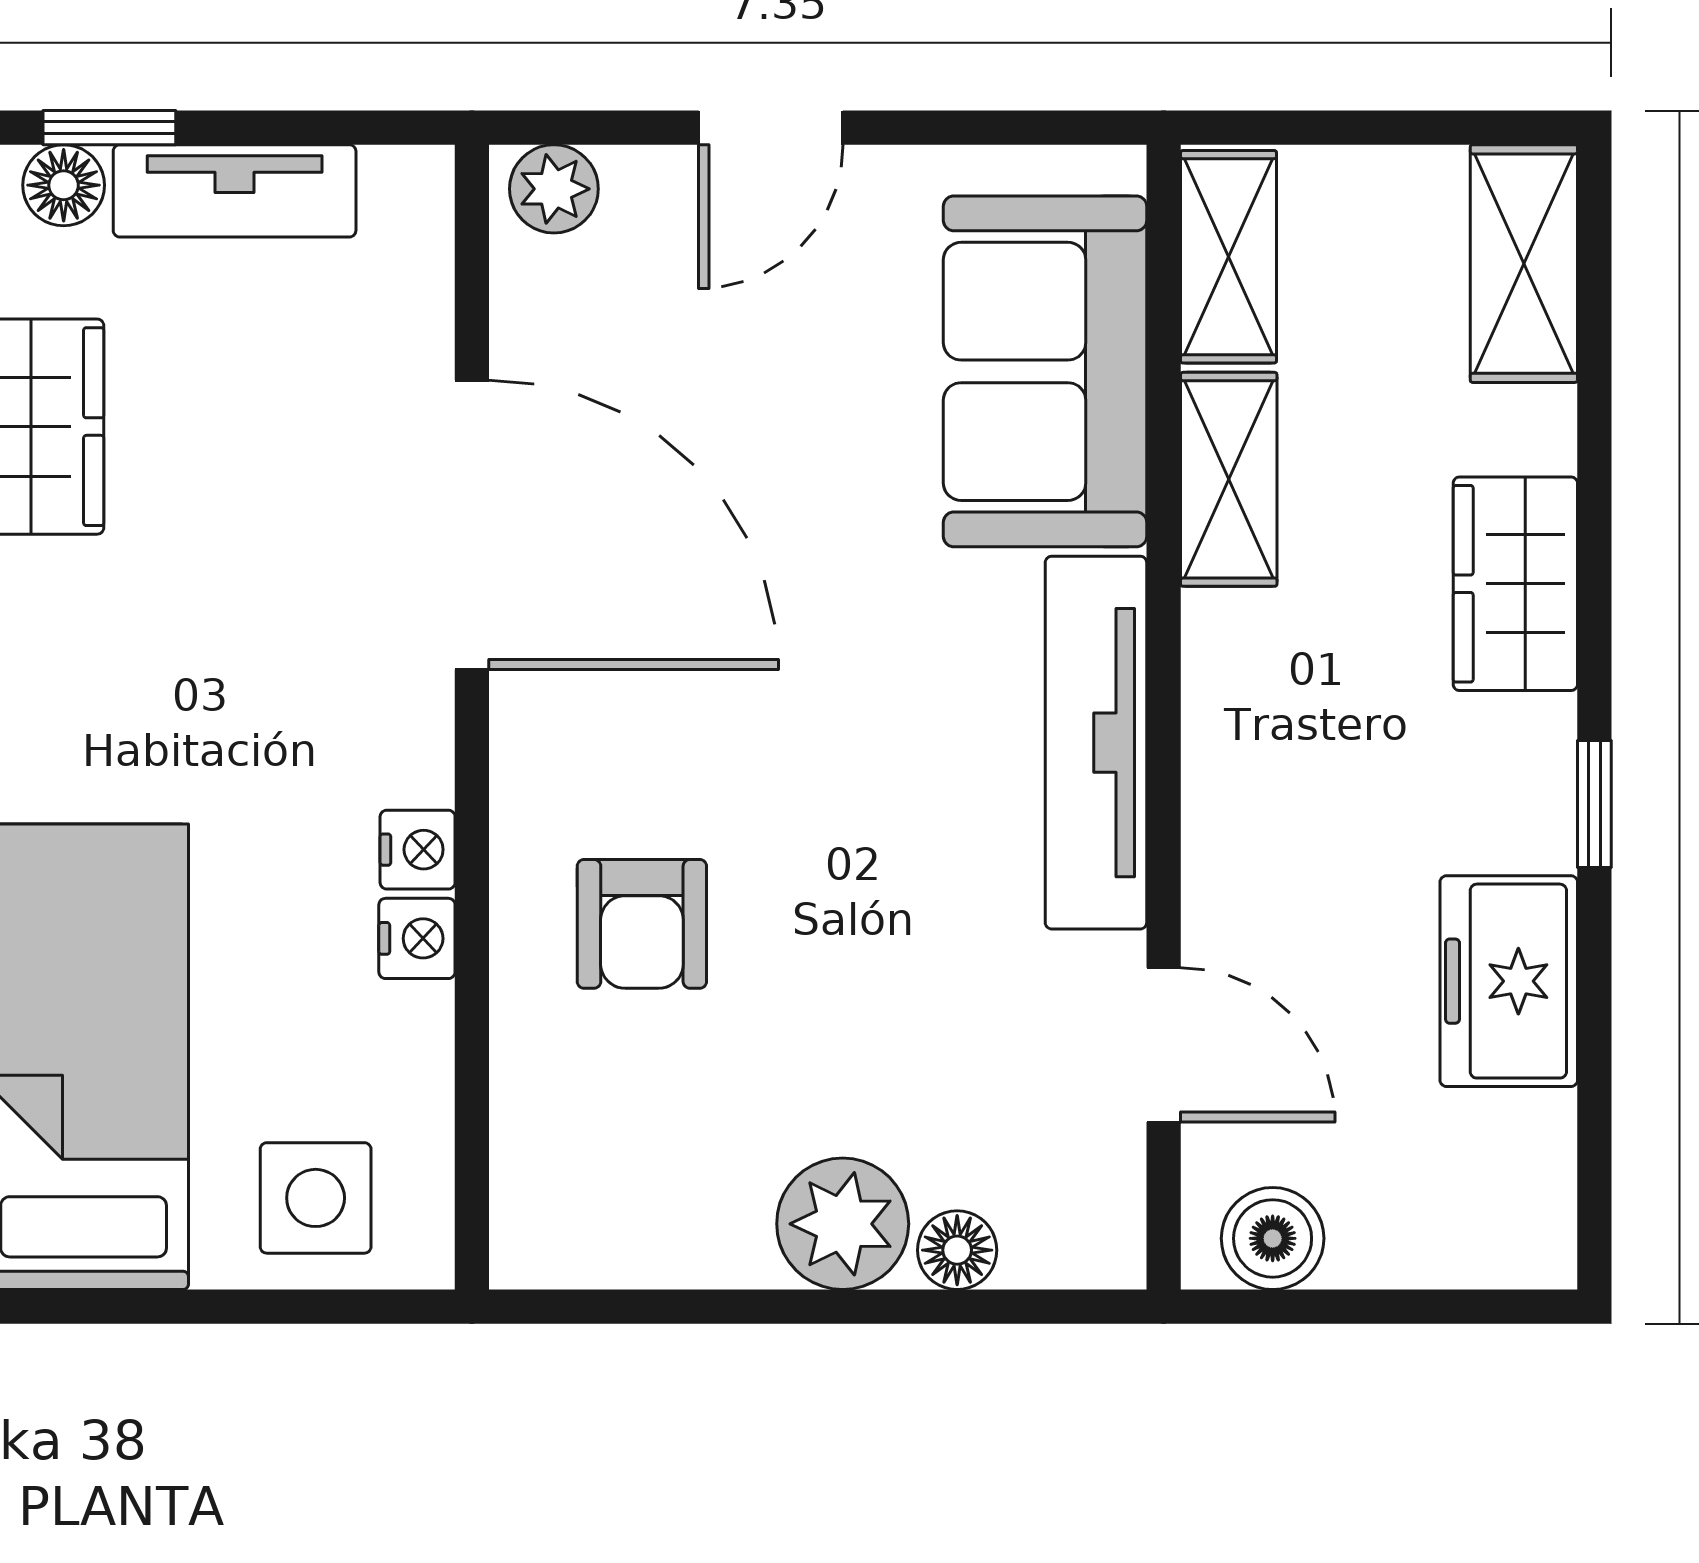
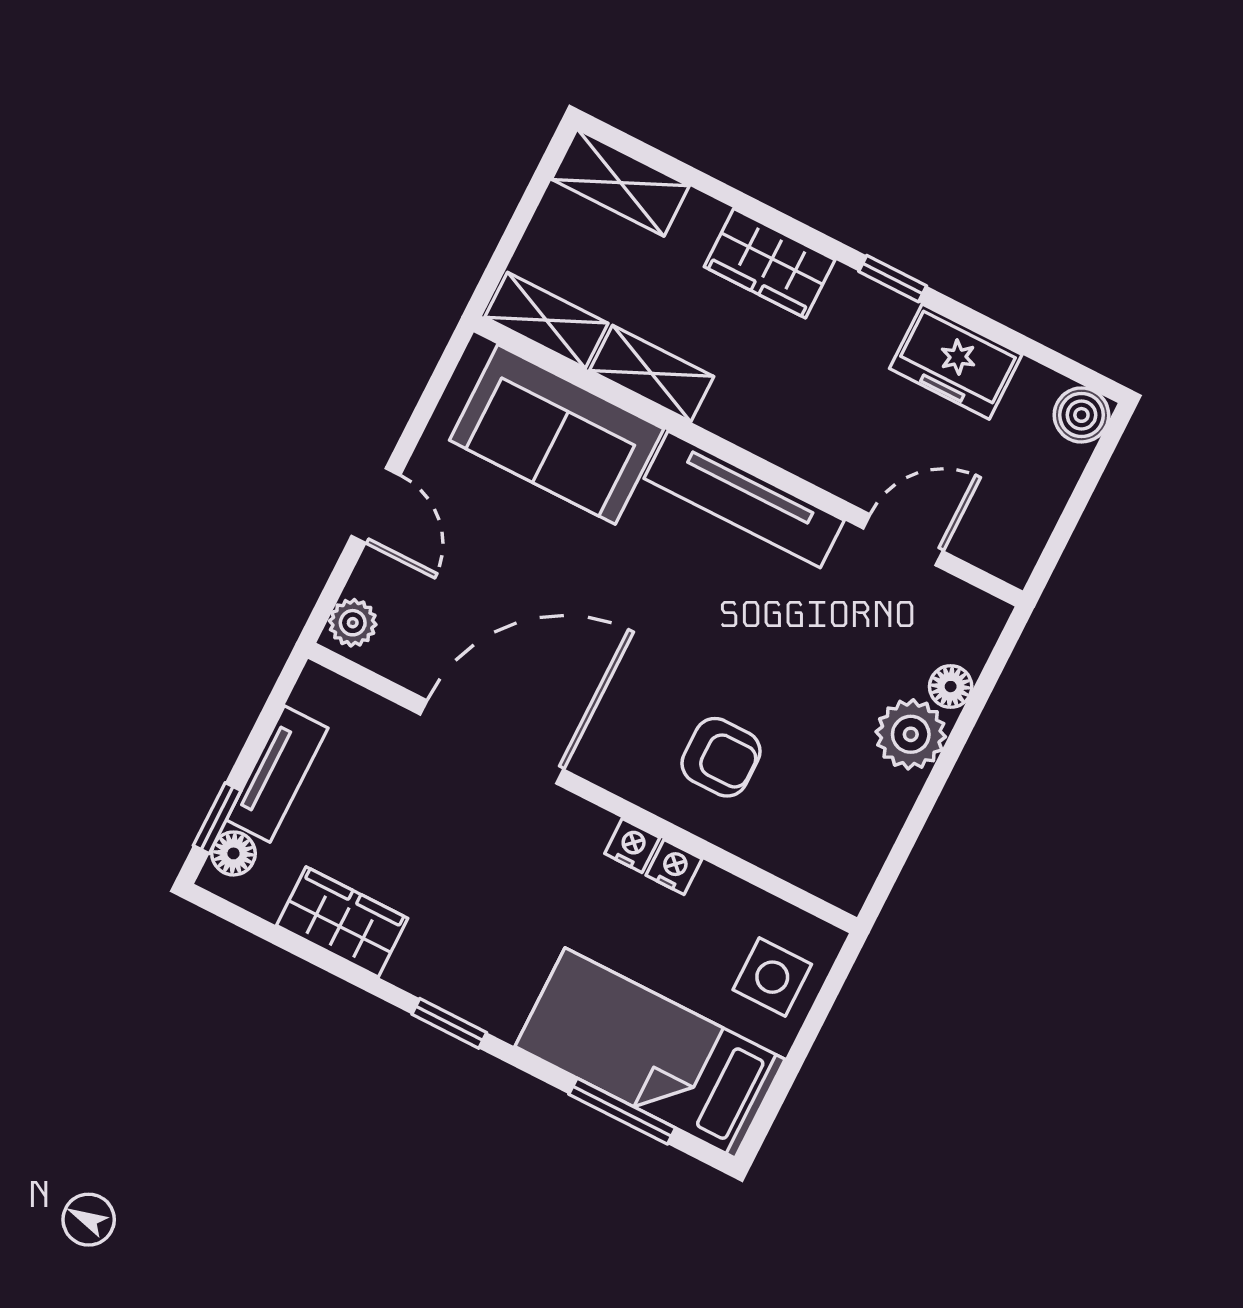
boiler: (1273, 1238) -> (1081, 415), moved

